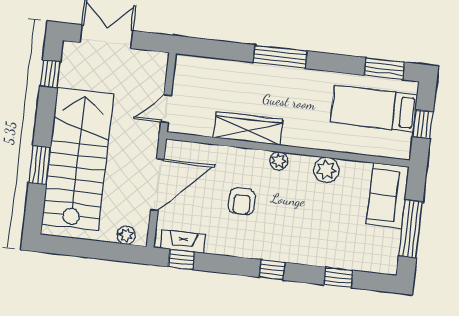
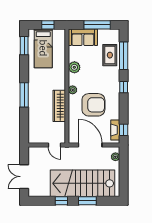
window: (50, 74) -> (61, 201), moved
armchair: (242, 201) -> (93, 105), width x1.88, depth x1.88
rug: (344, 248) -> (110, 55), added
window: (338, 278) -> (124, 56), width x2.17

